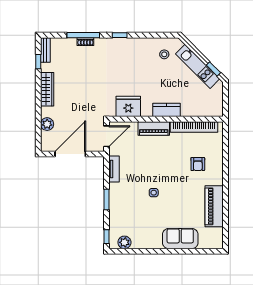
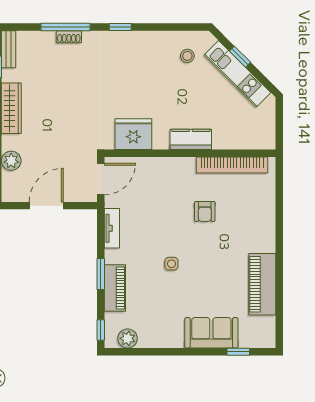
window: (213, 69) -> (240, 57), moved
piano: (154, 129) -> (115, 288), moved, turned -90
door: (70, 154) -> (46, 206), width x0.73
armchair: (198, 164) -> (205, 211), moved
window: (198, 251) -> (238, 352), added

